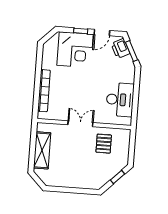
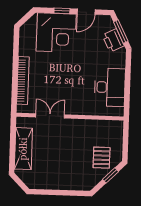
printer: (120, 49) -> (113, 40), moved
double door: (80, 124) -> (50, 116), moved
pallet: (104, 144) -> (102, 158), moved

